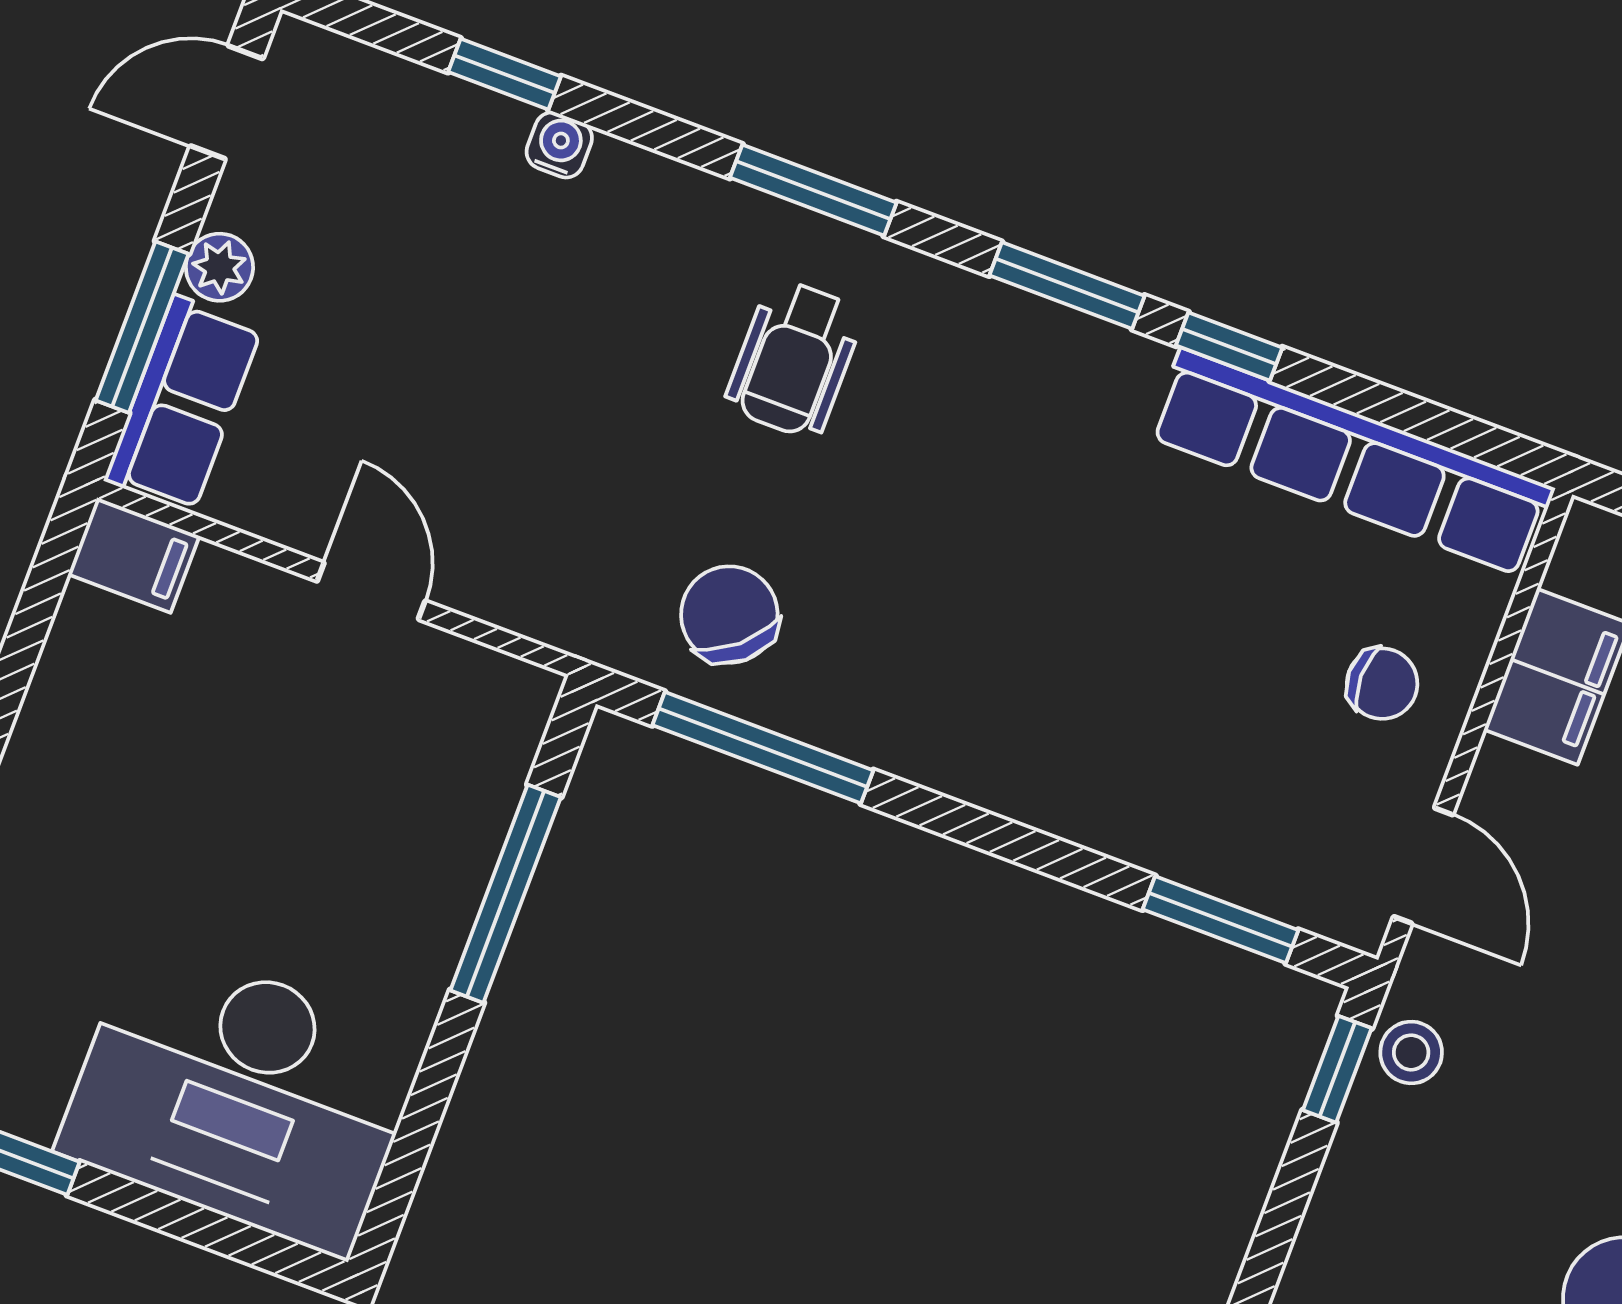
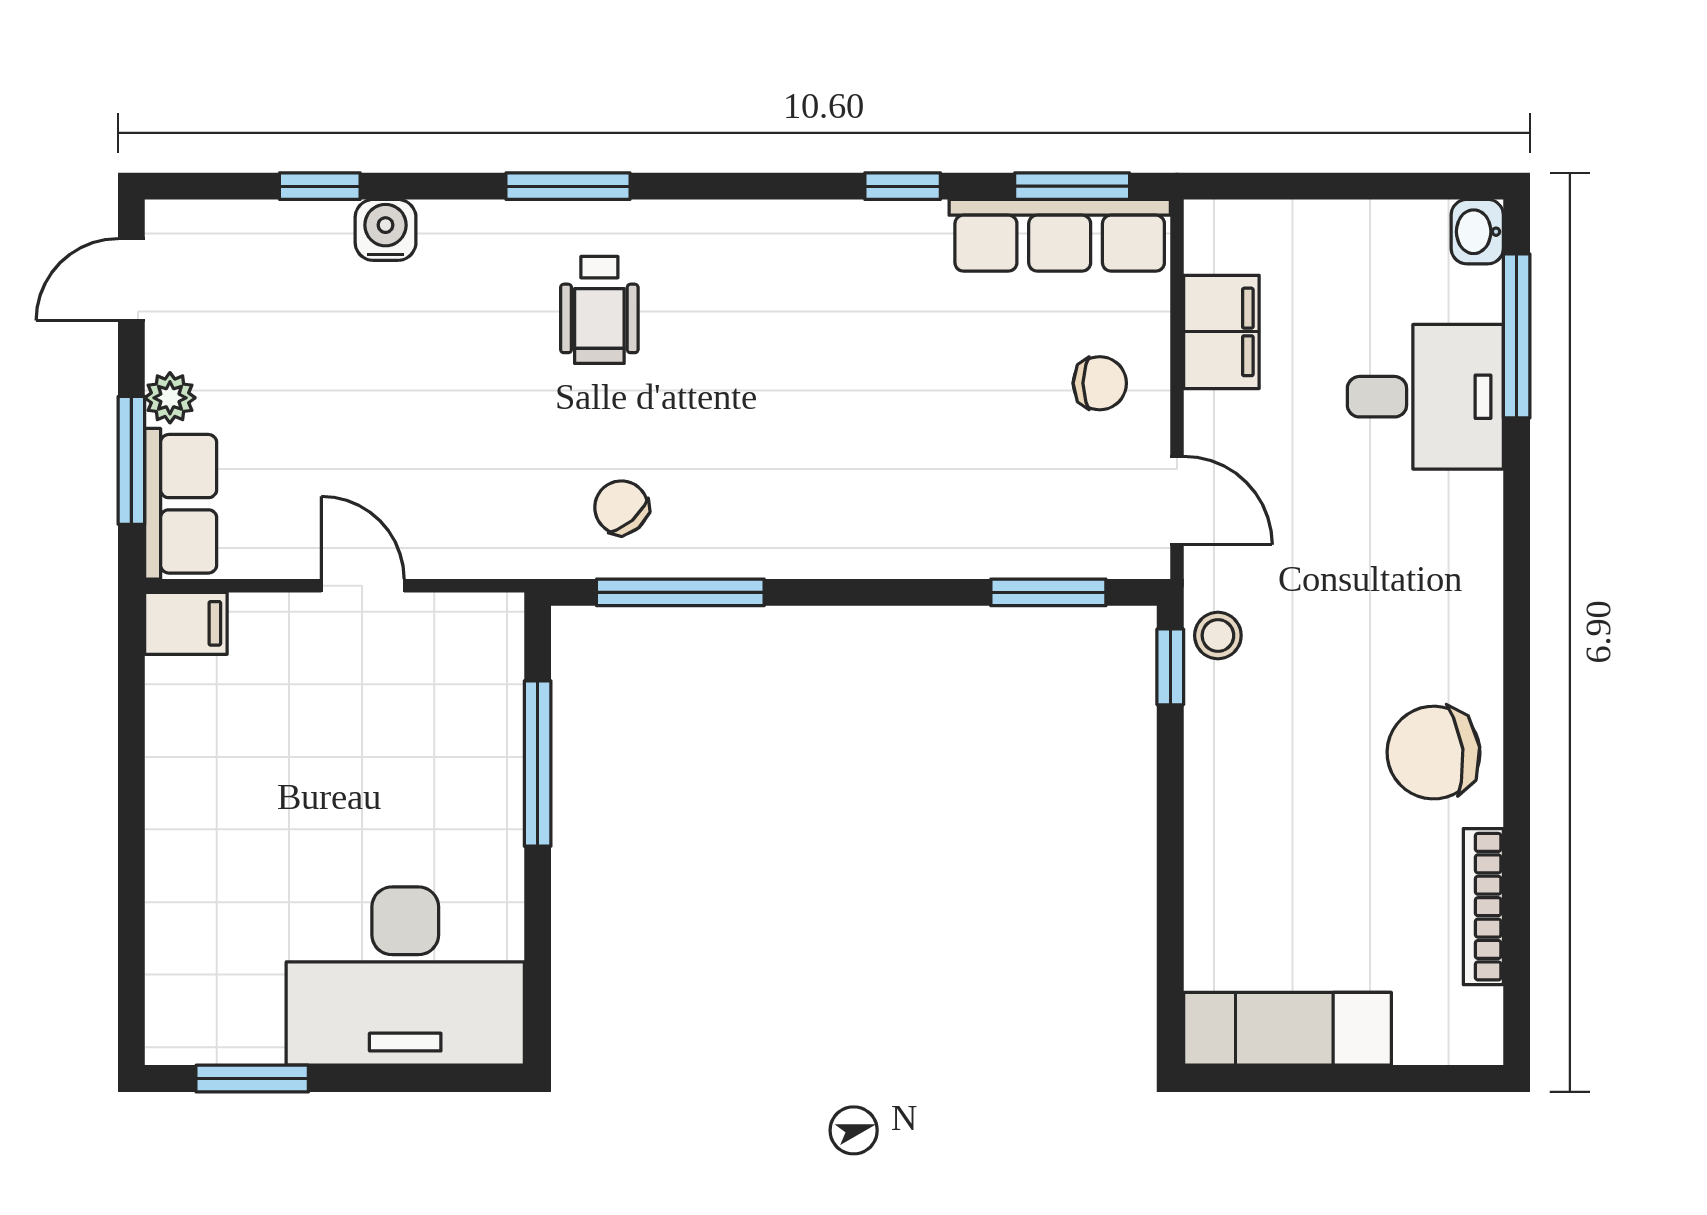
water cooler: (559, 145) -> (386, 230), width x1.38, depth x1.38
window: (1067, 286) -> (1072, 186), moved
row of seats: (1351, 462) -> (1060, 235), width x0.73
chair: (729, 615) -> (621, 507), width x0.73, depth x0.73

